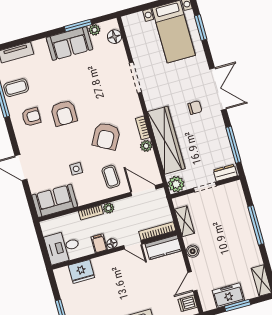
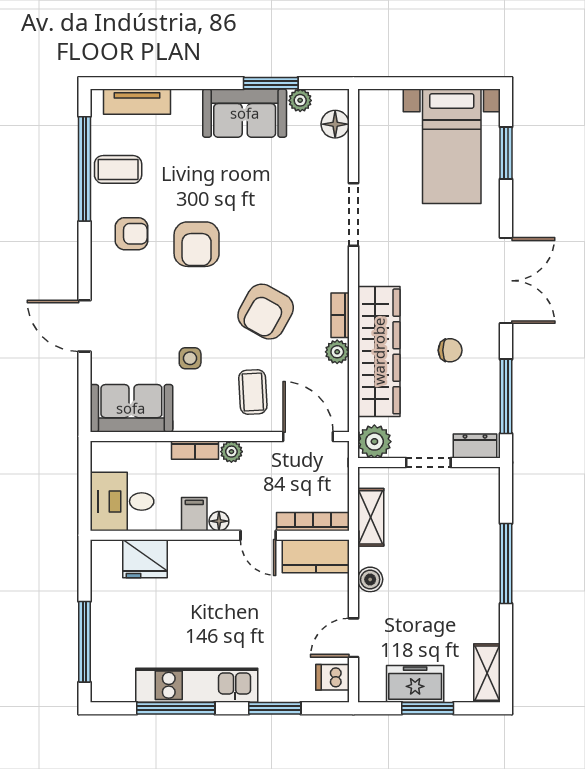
chair: (195, 108) -> (450, 350), moved

